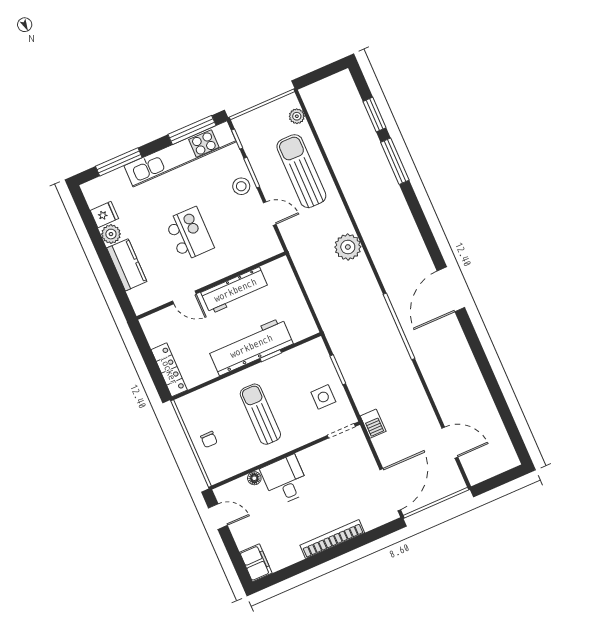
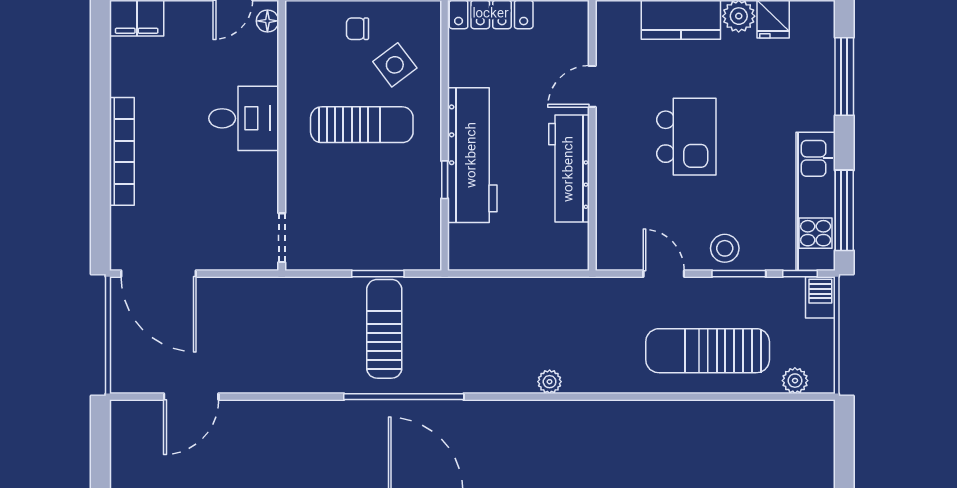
kitchen unit: (180, 154) -> (816, 201), width x0.73
sun lounger: (301, 171) -> (708, 351), turned 180
door: (270, 214) -> (664, 274), swing flipped
kitchen island: (189, 234) -> (686, 137), turned -90
plant: (348, 247) -> (550, 382), width x0.53, depth x0.53
sun lounger: (367, 353) -> (384, 329), added
side table: (323, 397) -> (395, 65), moved, turned -37
barbecue: (373, 424) -> (820, 297), moved, turned 90
floor lamp: (254, 478) -> (267, 21), moved

